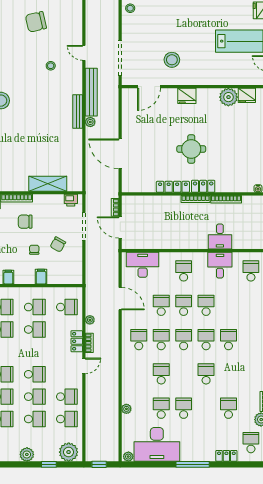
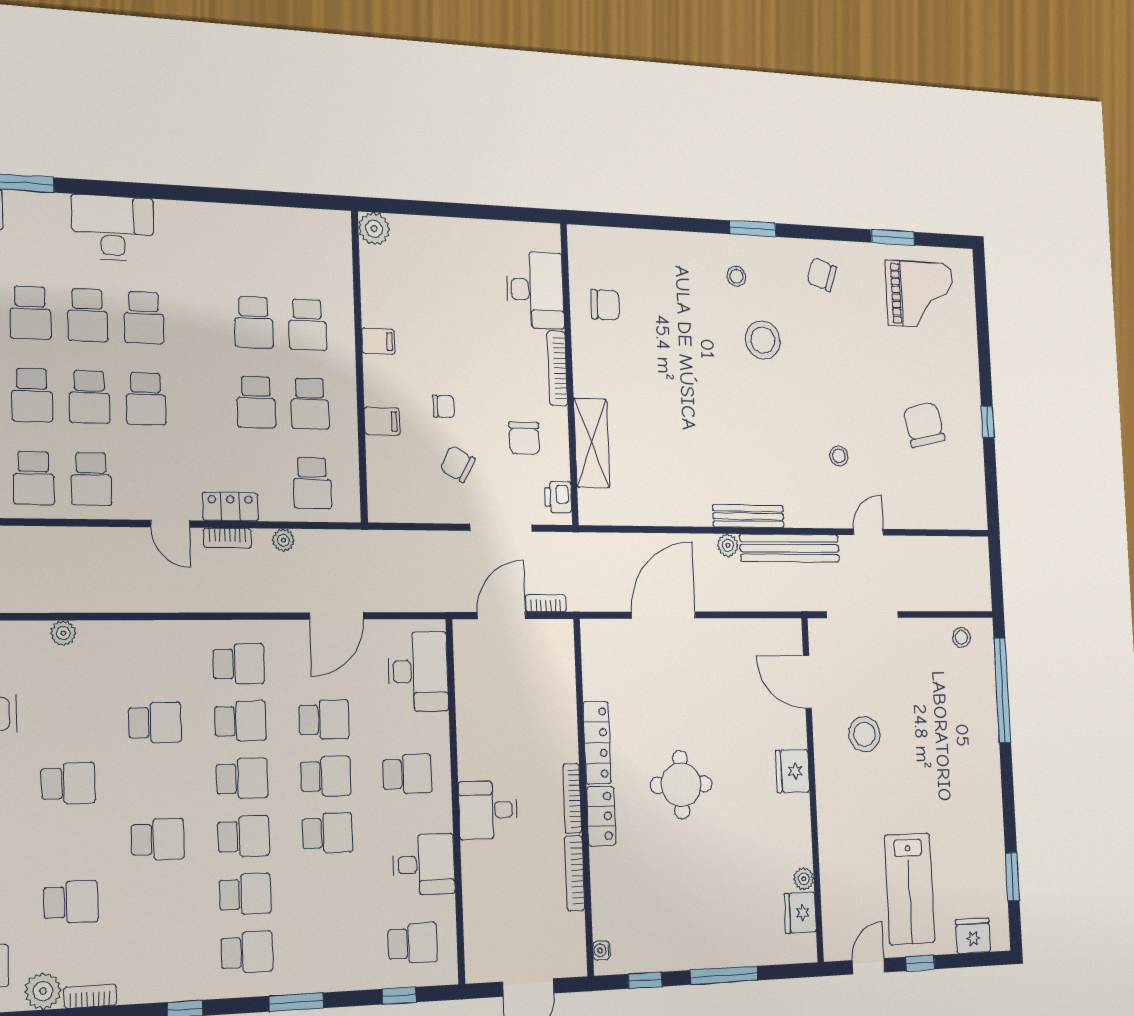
plant: (228, 97) -> (804, 879), width x0.53, depth x0.53
chair: (25, 222) -> (524, 438), moved, turned 180
desk: (220, 237) -> (488, 810), moved
school desk: (161, 408) -> (247, 952), moved

